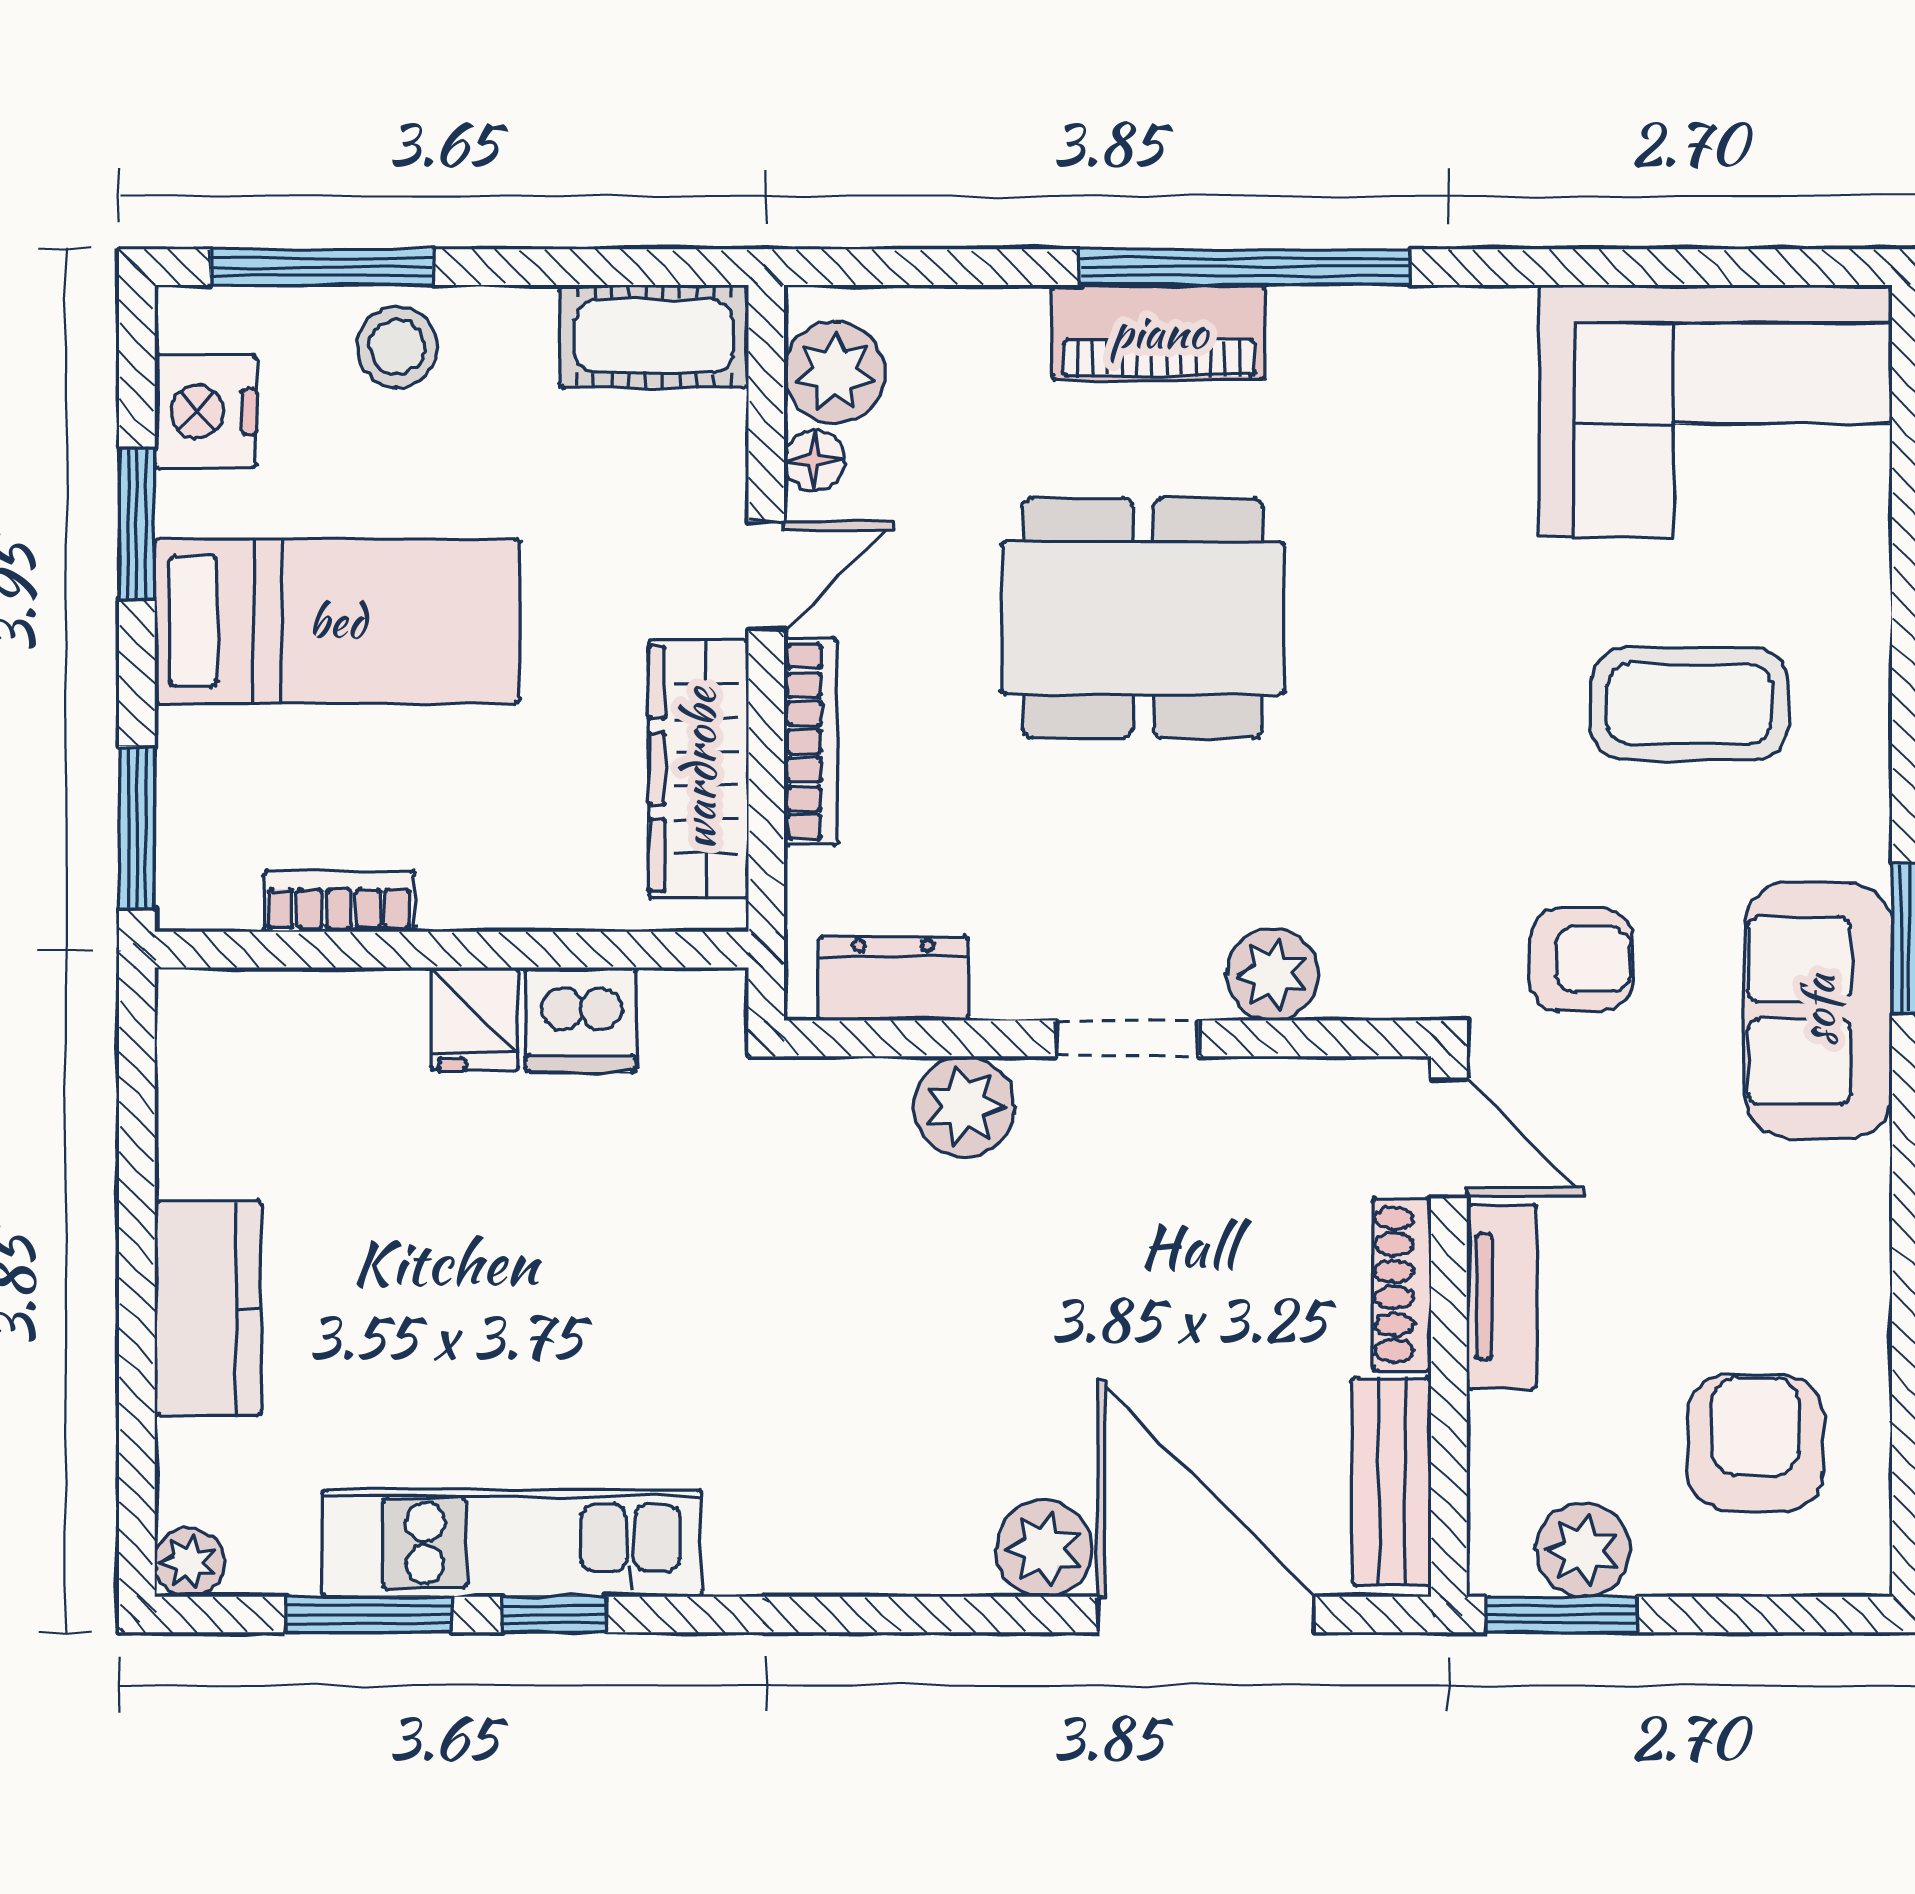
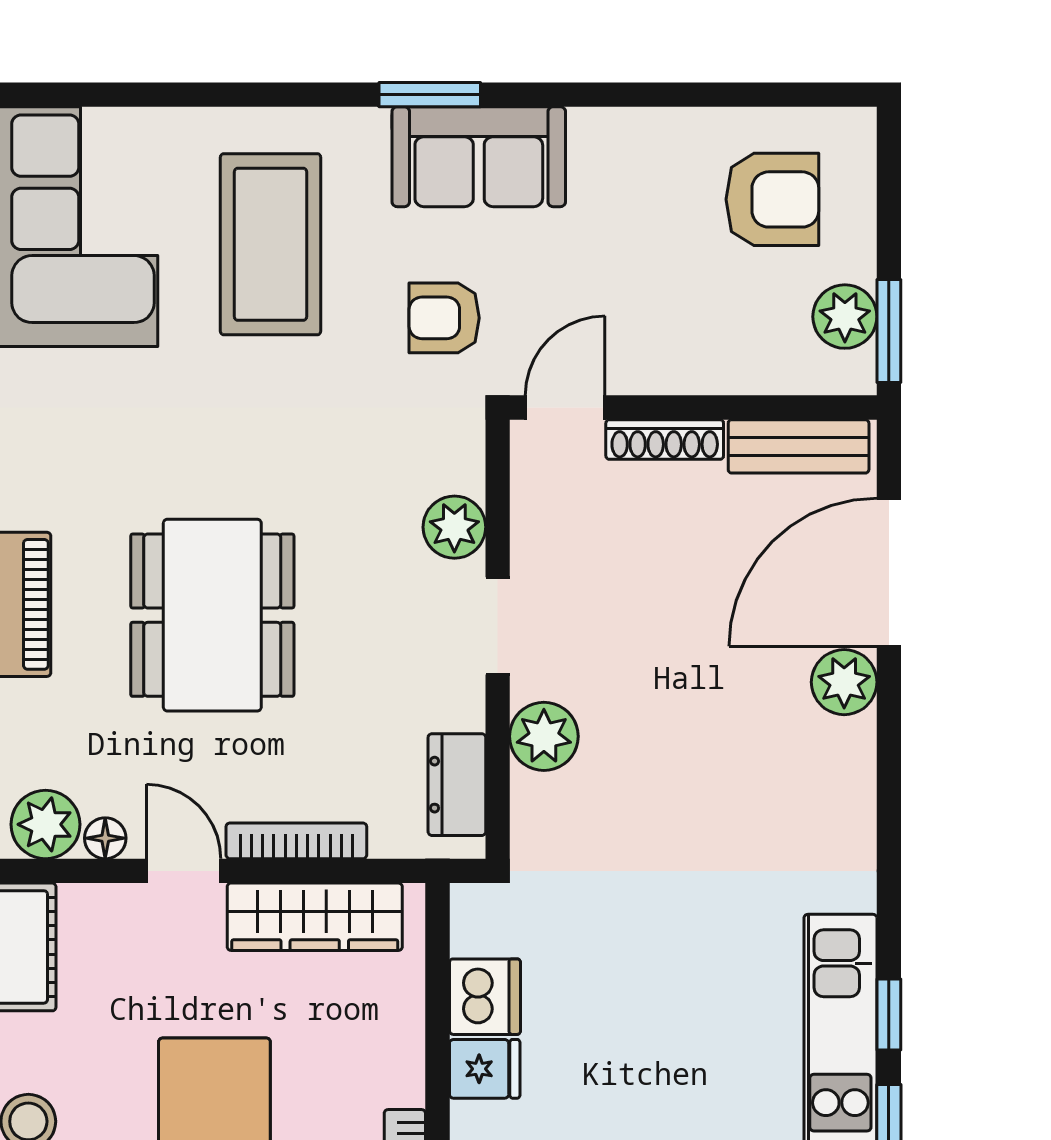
coffee table: (1689, 704) -> (271, 244), width x1.36, depth x1.32
armchair: (1581, 959) -> (444, 318), turned -90
tv unit: (1502, 1297) -> (673, 372), removed
armchair: (1755, 1443) -> (772, 199), turned 180

